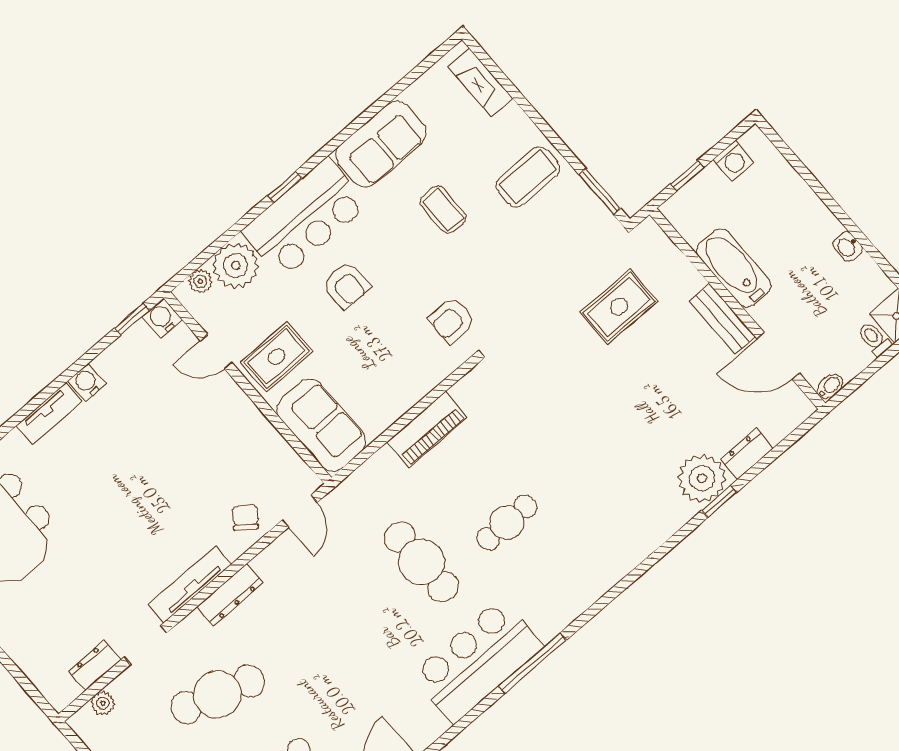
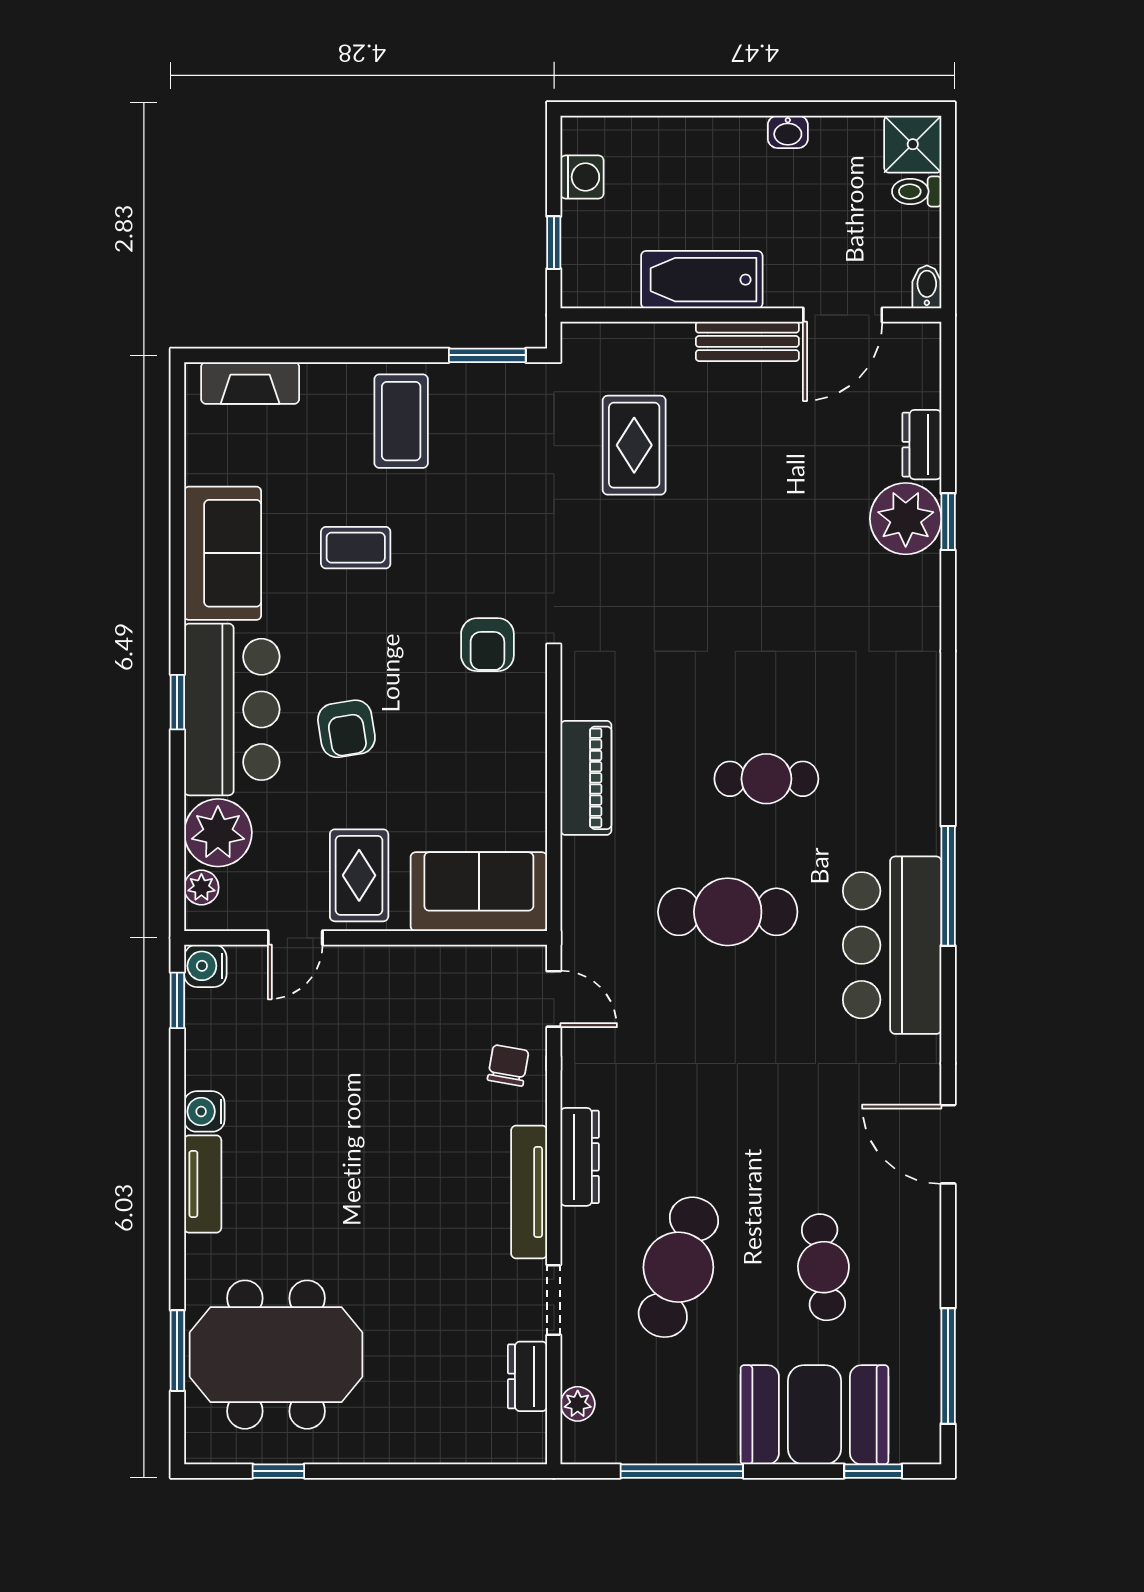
armchair: (346, 285) -> (346, 729), turned 81
chair: (245, 517) -> (508, 1065), turned 63
cafe table: (507, 523) -> (766, 779), turned 90

